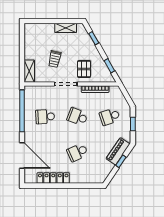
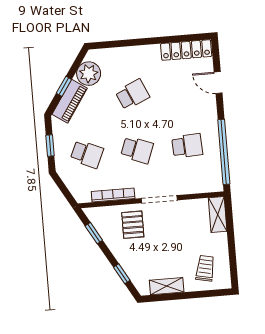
trolley: (55, 59) -> (205, 268), moved
school desk: (110, 117) -> (87, 154), turned 42
door: (22, 156) -> (218, 83), width x0.53
plant: (104, 168) -> (89, 74), added
locker: (53, 178) -> (186, 50), moved

